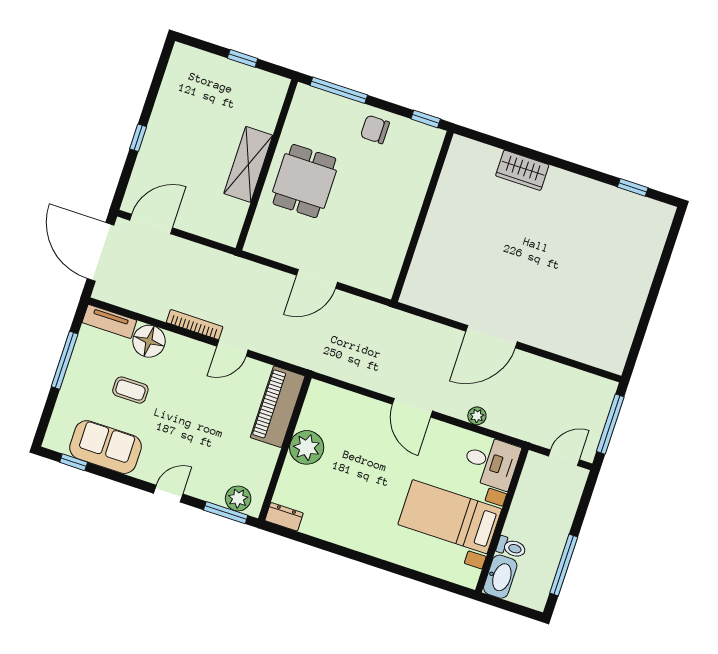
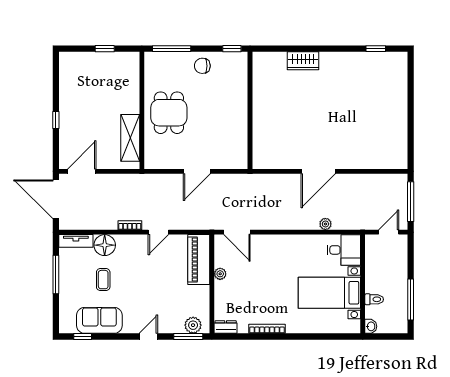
shelving: (248, 164) -> (130, 138), moved
bookcase: (195, 325) -> (130, 225), width x0.64
coffee table: (130, 390) -> (103, 280), turned 90
door: (412, 408) -> (237, 232), moved
plant: (307, 447) -> (220, 274), width x0.53, depth x0.53
bookcase: (343, 539) -> (267, 329), added
washbasin: (500, 577) -> (371, 326), width x0.52, depth x0.69

